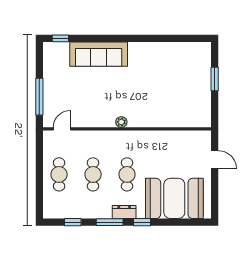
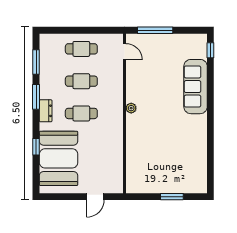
window: (73, 222) -> (36, 62), width x1.50
window: (142, 222) -> (36, 147), moved

